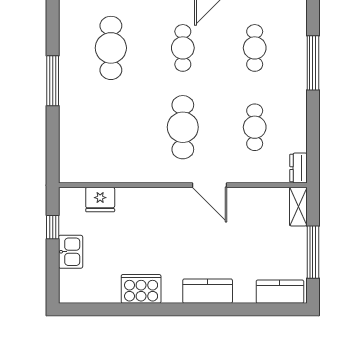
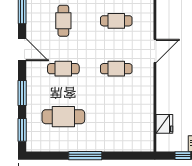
cafe table: (255, 48) -> (63, 21), turned 90
cafe table: (183, 127) -> (116, 69), width x0.73, depth x0.74

